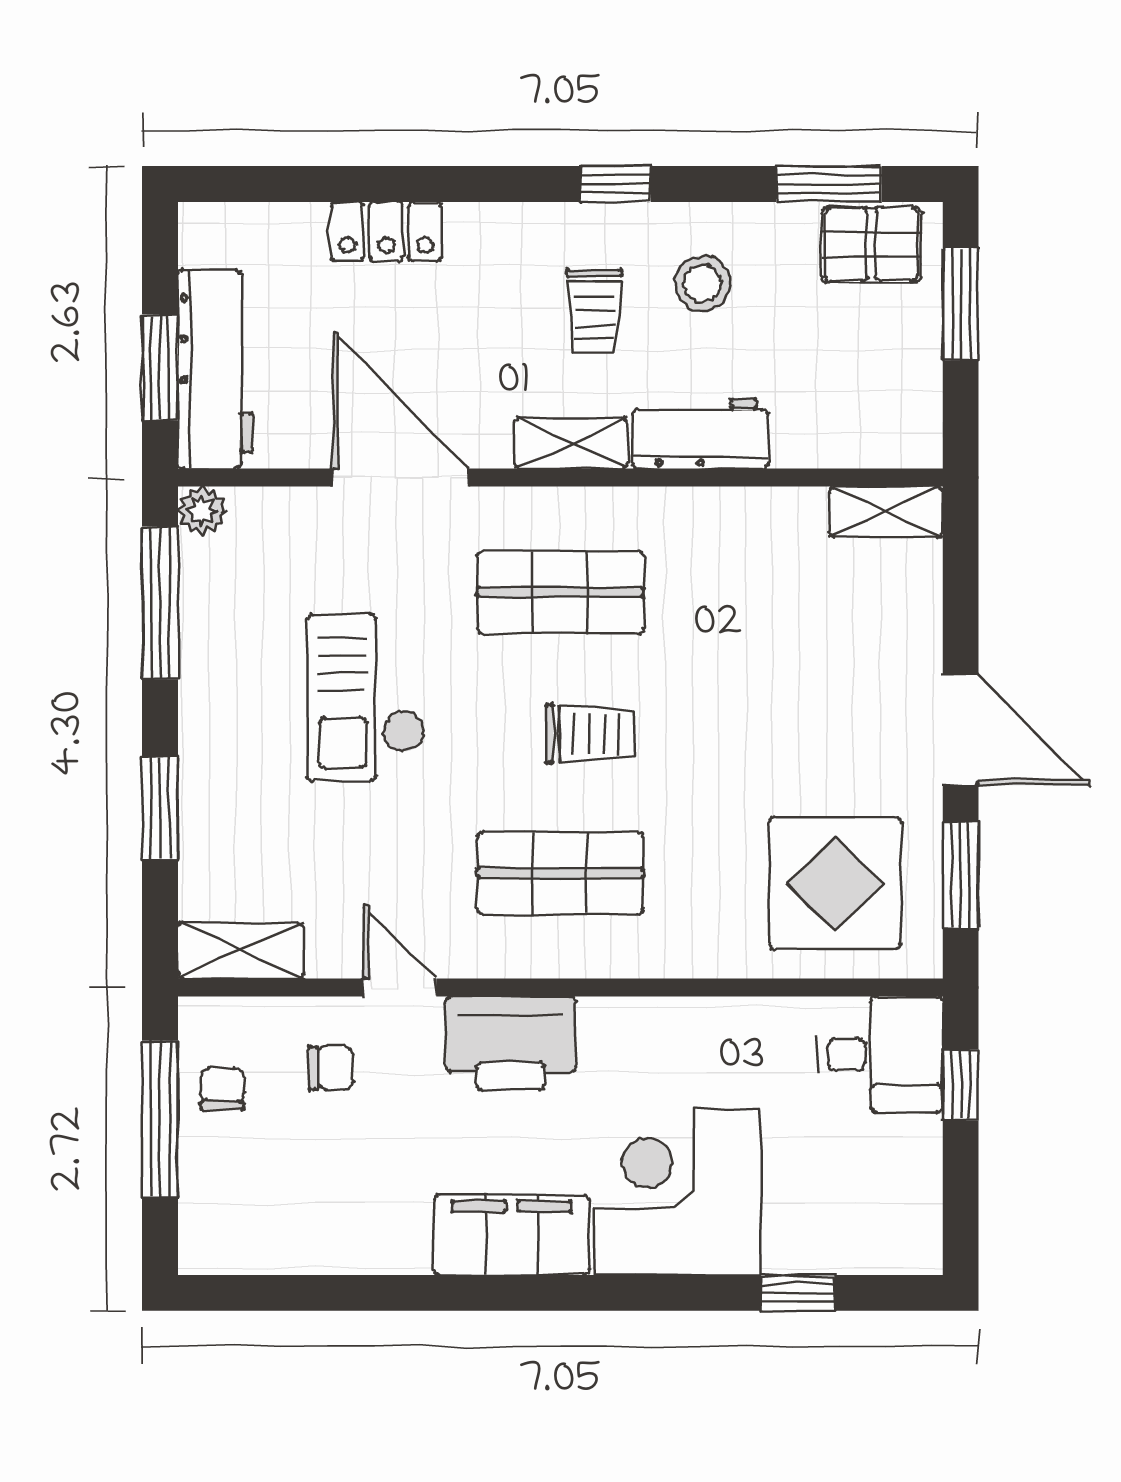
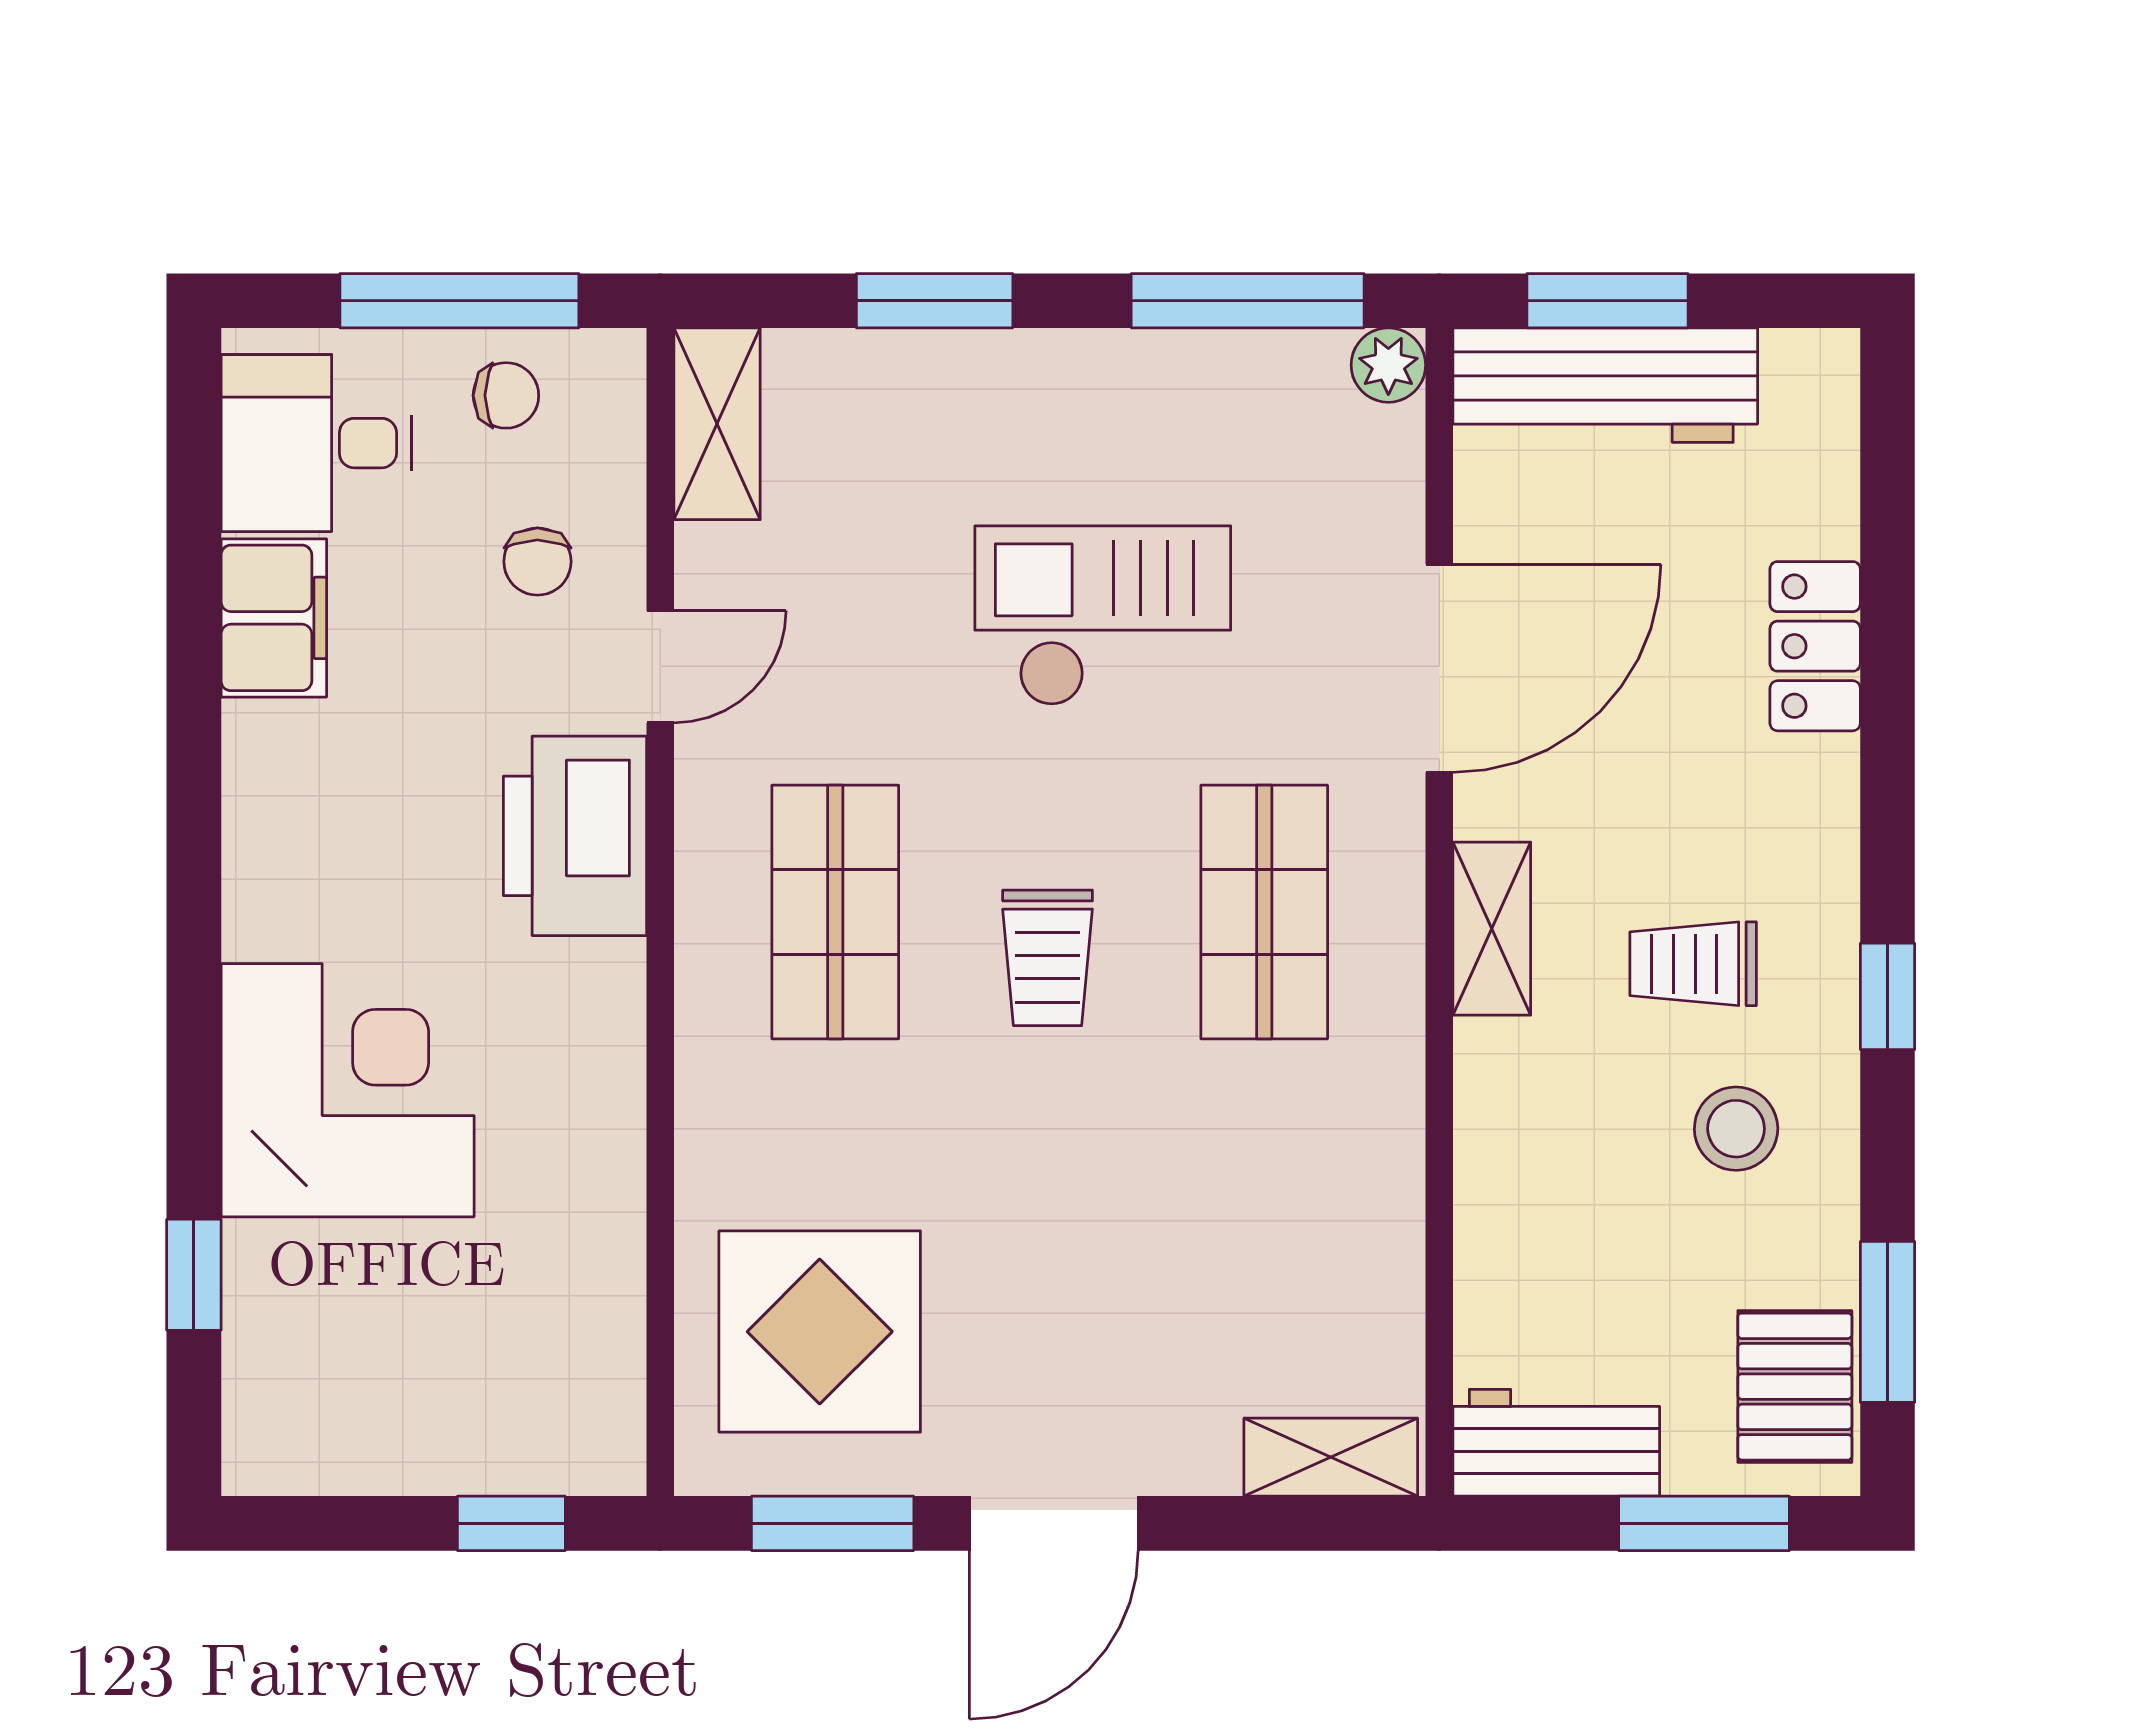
workbench: (700, 434) -> (1556, 1443), moved, turned -90
shelving: (886, 512) -> (1331, 1457), moved, turned 90
desk: (880, 1054) -> (316, 443), moved, turned 90
filing cabinet: (512, 1235) -> (274, 618), moved, width x0.67, depth x0.86

